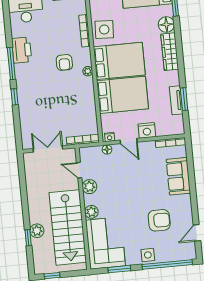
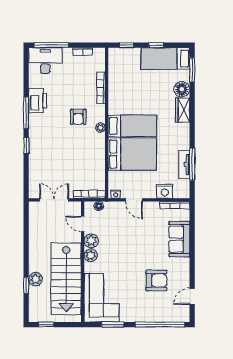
side table: (104, 30) -> (121, 88), removed
wardrobe: (170, 52) -> (183, 110), width x0.67
bed: (119, 61) -> (132, 126), width x0.67
window: (184, 99) -> (192, 164), width x1.44
nightstand: (147, 130) -> (165, 191), moved
floor lamp: (107, 149) -> (99, 206), moved
plant: (91, 212) -> (91, 255), moved
side table: (148, 255) -> (142, 313), removed

